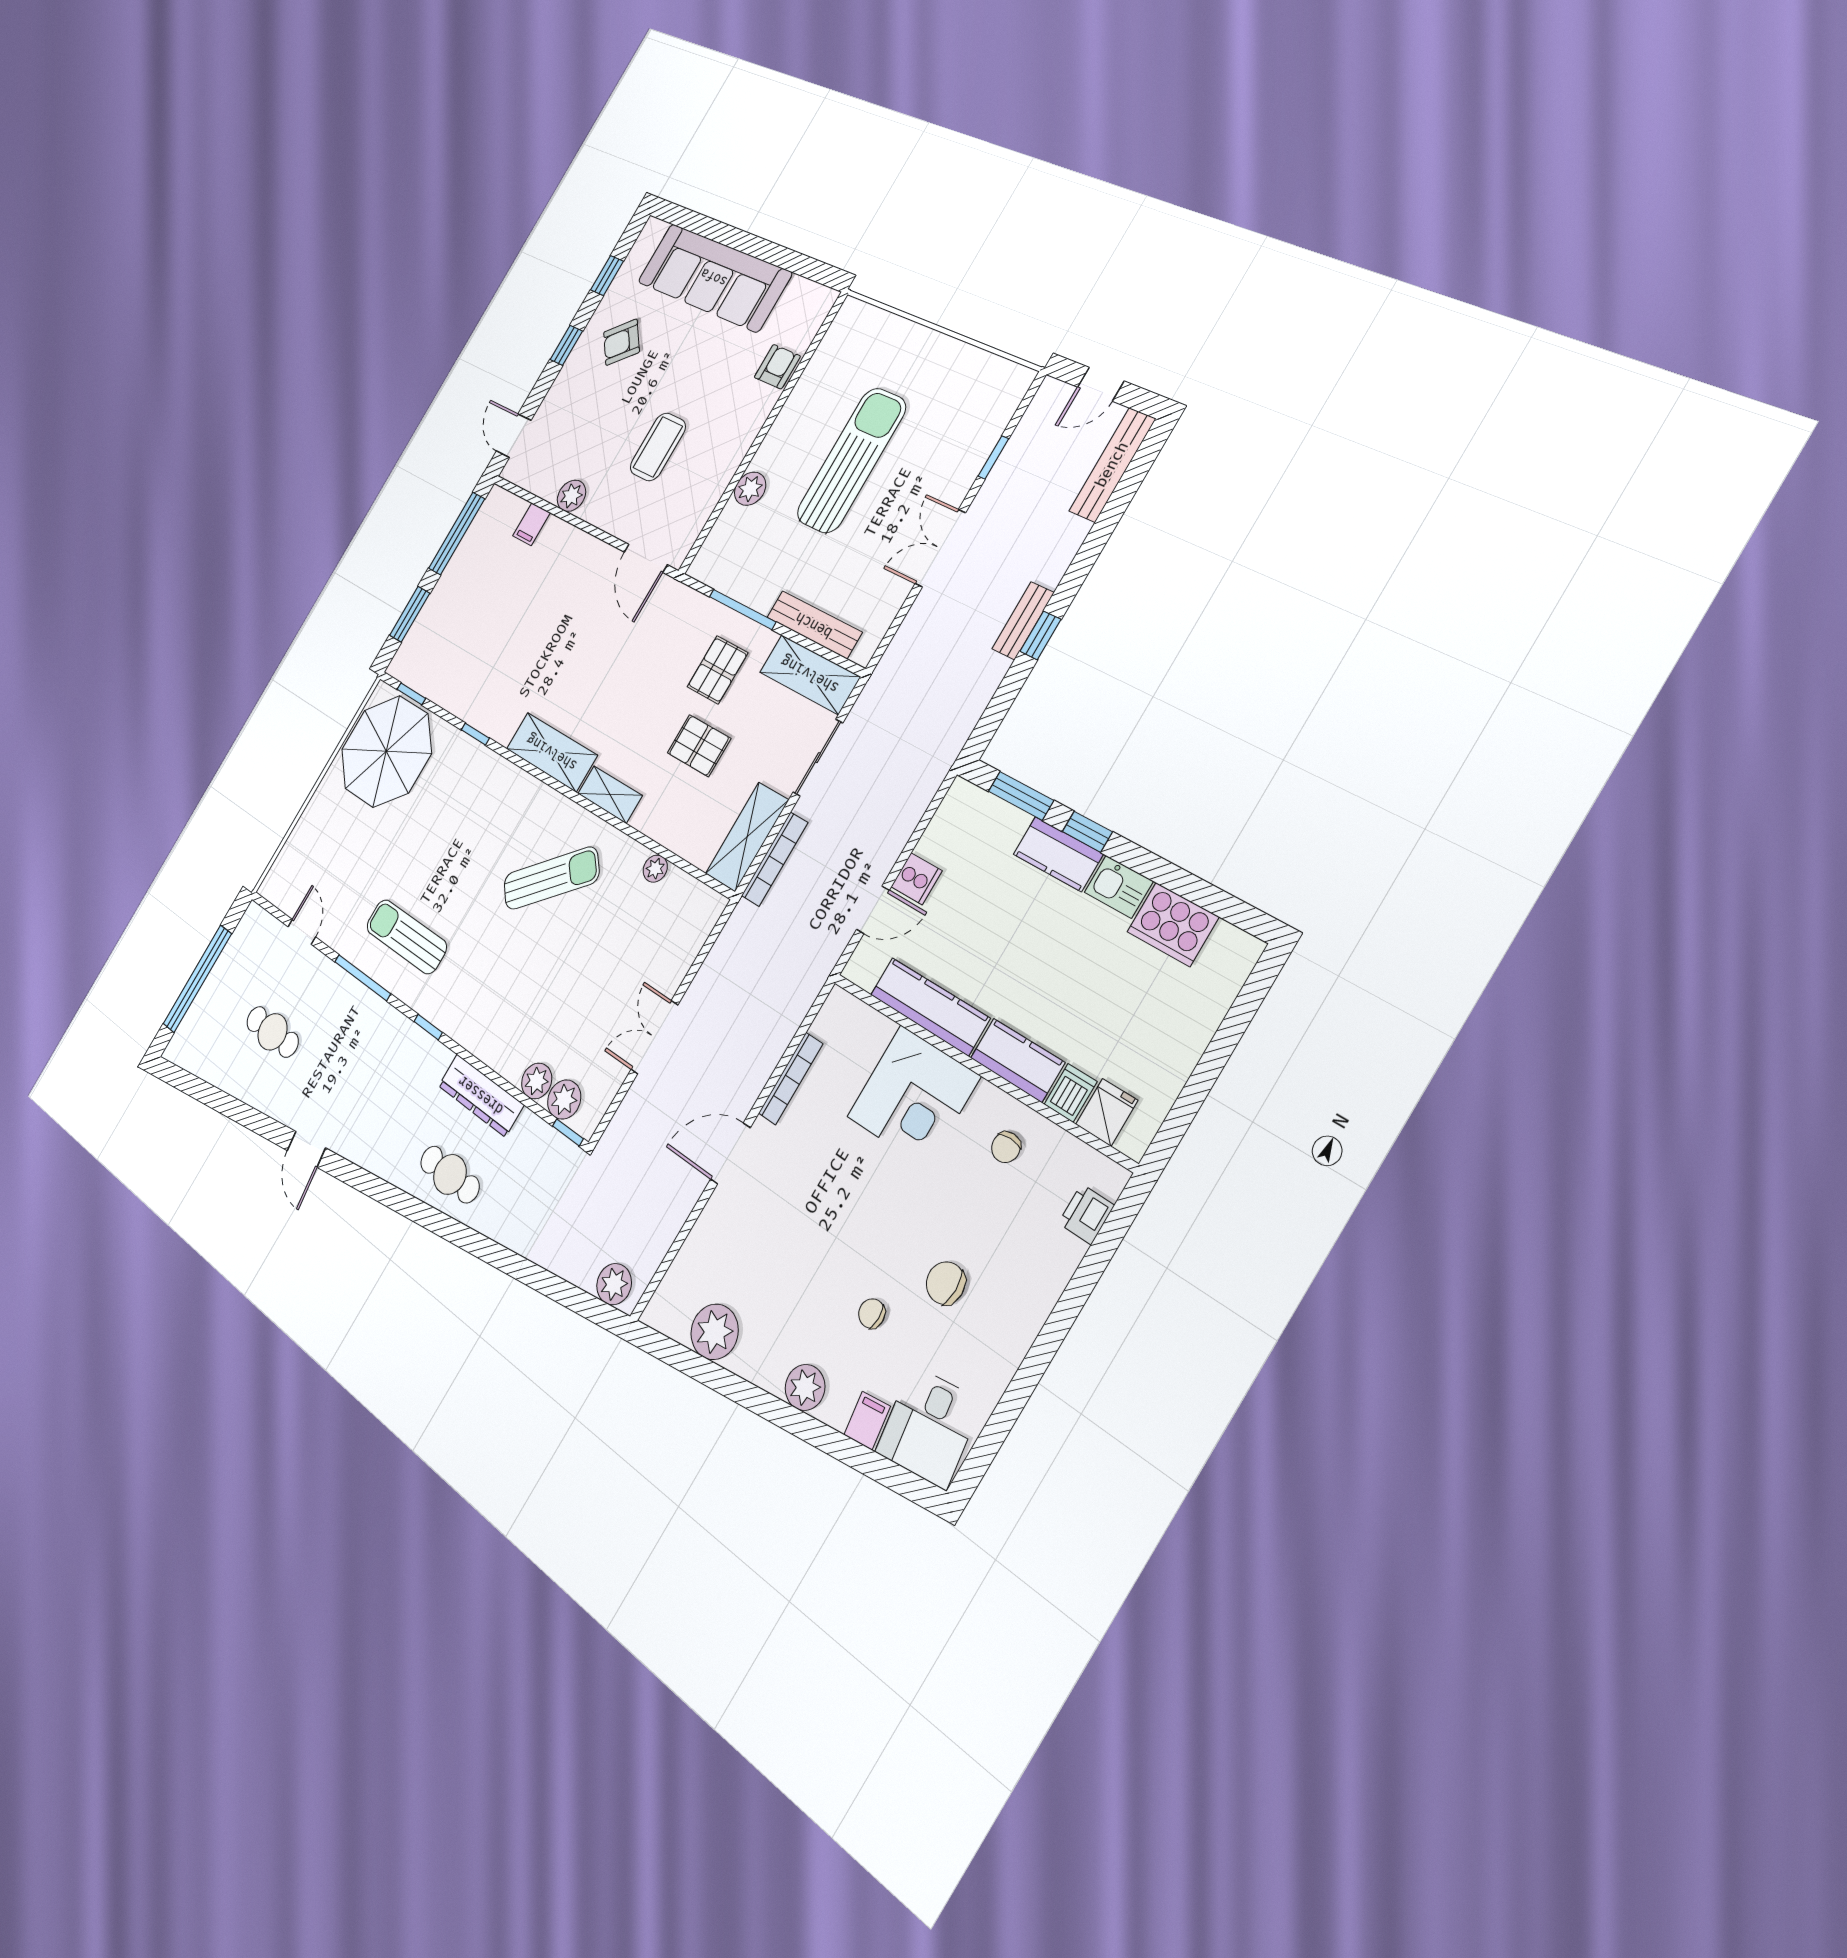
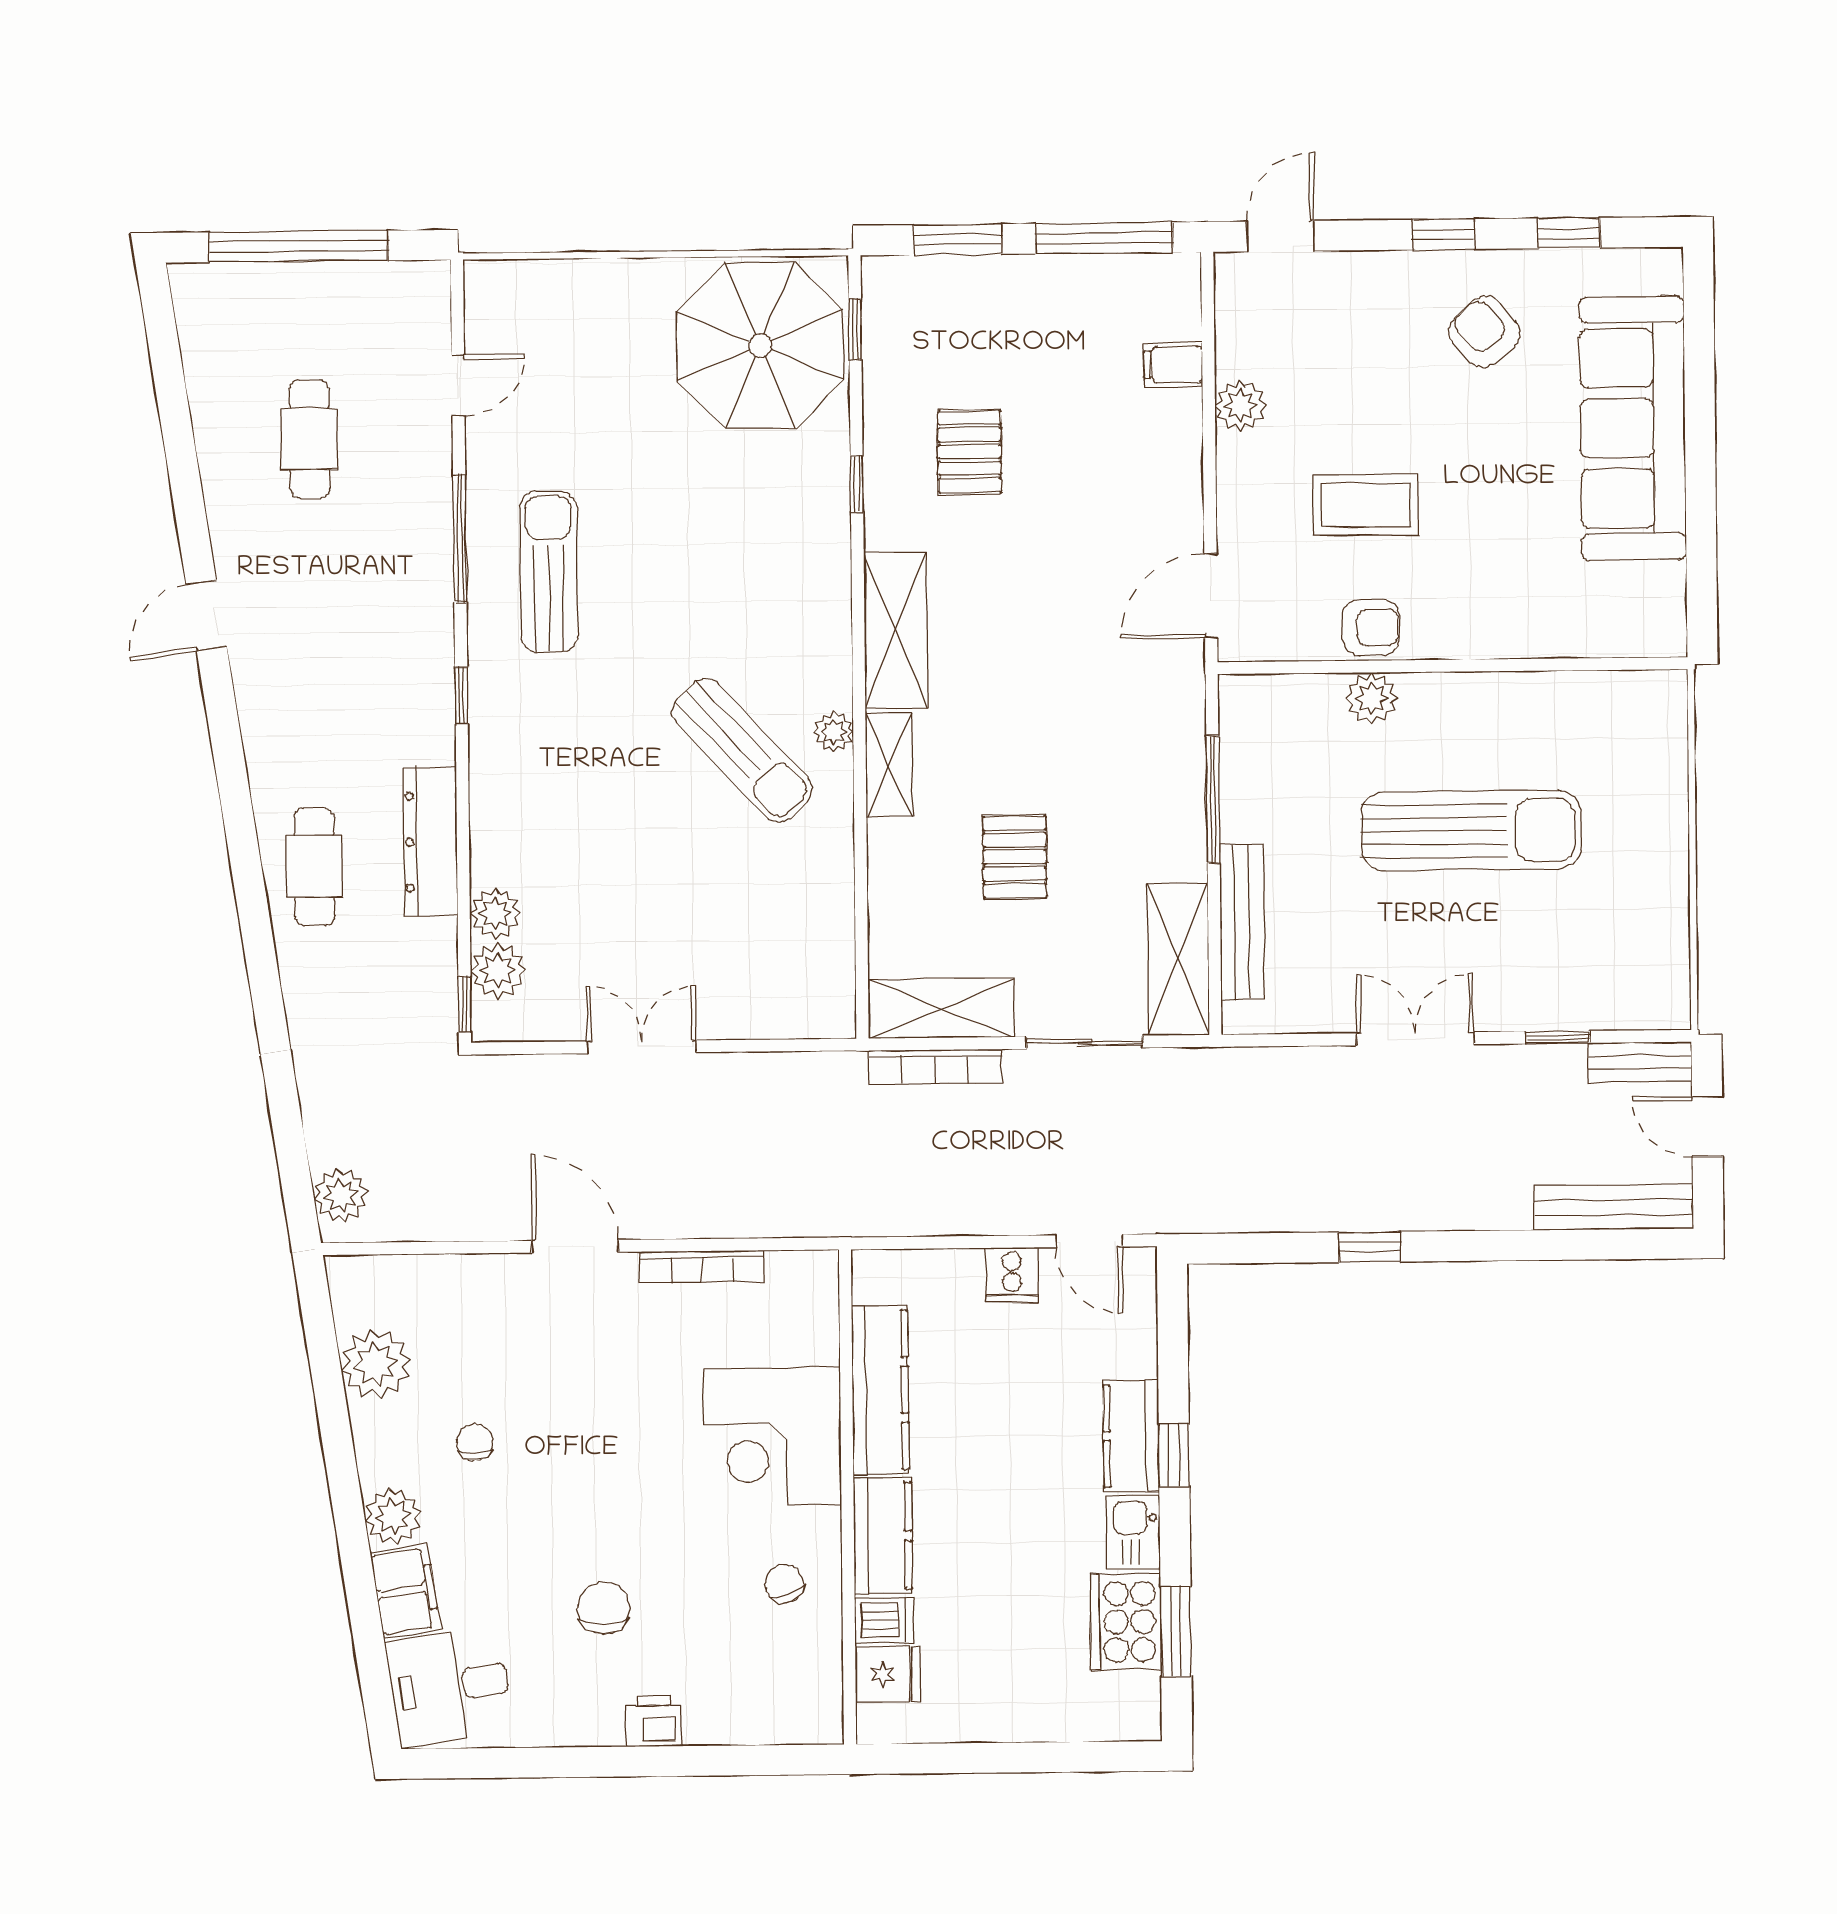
armchair: (777, 367) -> (1371, 627), moved
bench: (1023, 621) -> (1640, 1062), moved
pallet: (718, 670) -> (970, 452), moved, turned 90
window: (1021, 796) -> (1176, 1632), moved
plant: (655, 869) -> (834, 732), moved
door: (873, 910) -> (1089, 1241), moved
chair: (1006, 1147) -> (784, 1583), turned 67
printer: (1086, 1214) -> (653, 1721), moved
chair: (872, 1314) -> (475, 1442), moved
filing cabinet: (867, 1421) -> (405, 1591), width x2.00

